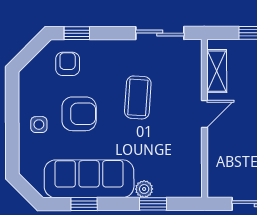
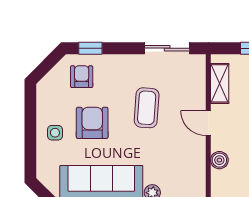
armchair: (79, 114) -> (92, 123), turned -90
door: (204, 114) -> (208, 123), swing flipped
boiler: (217, 154) -> (219, 160), added

